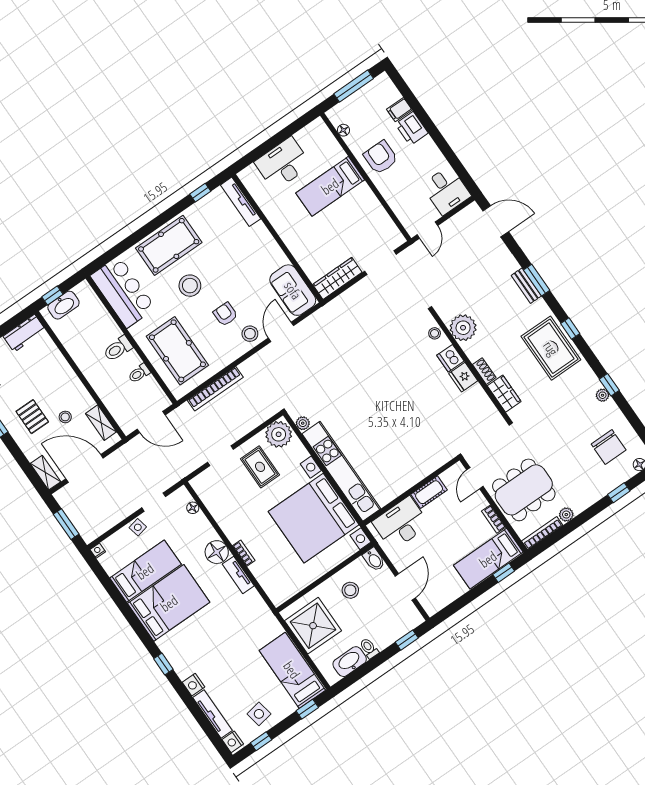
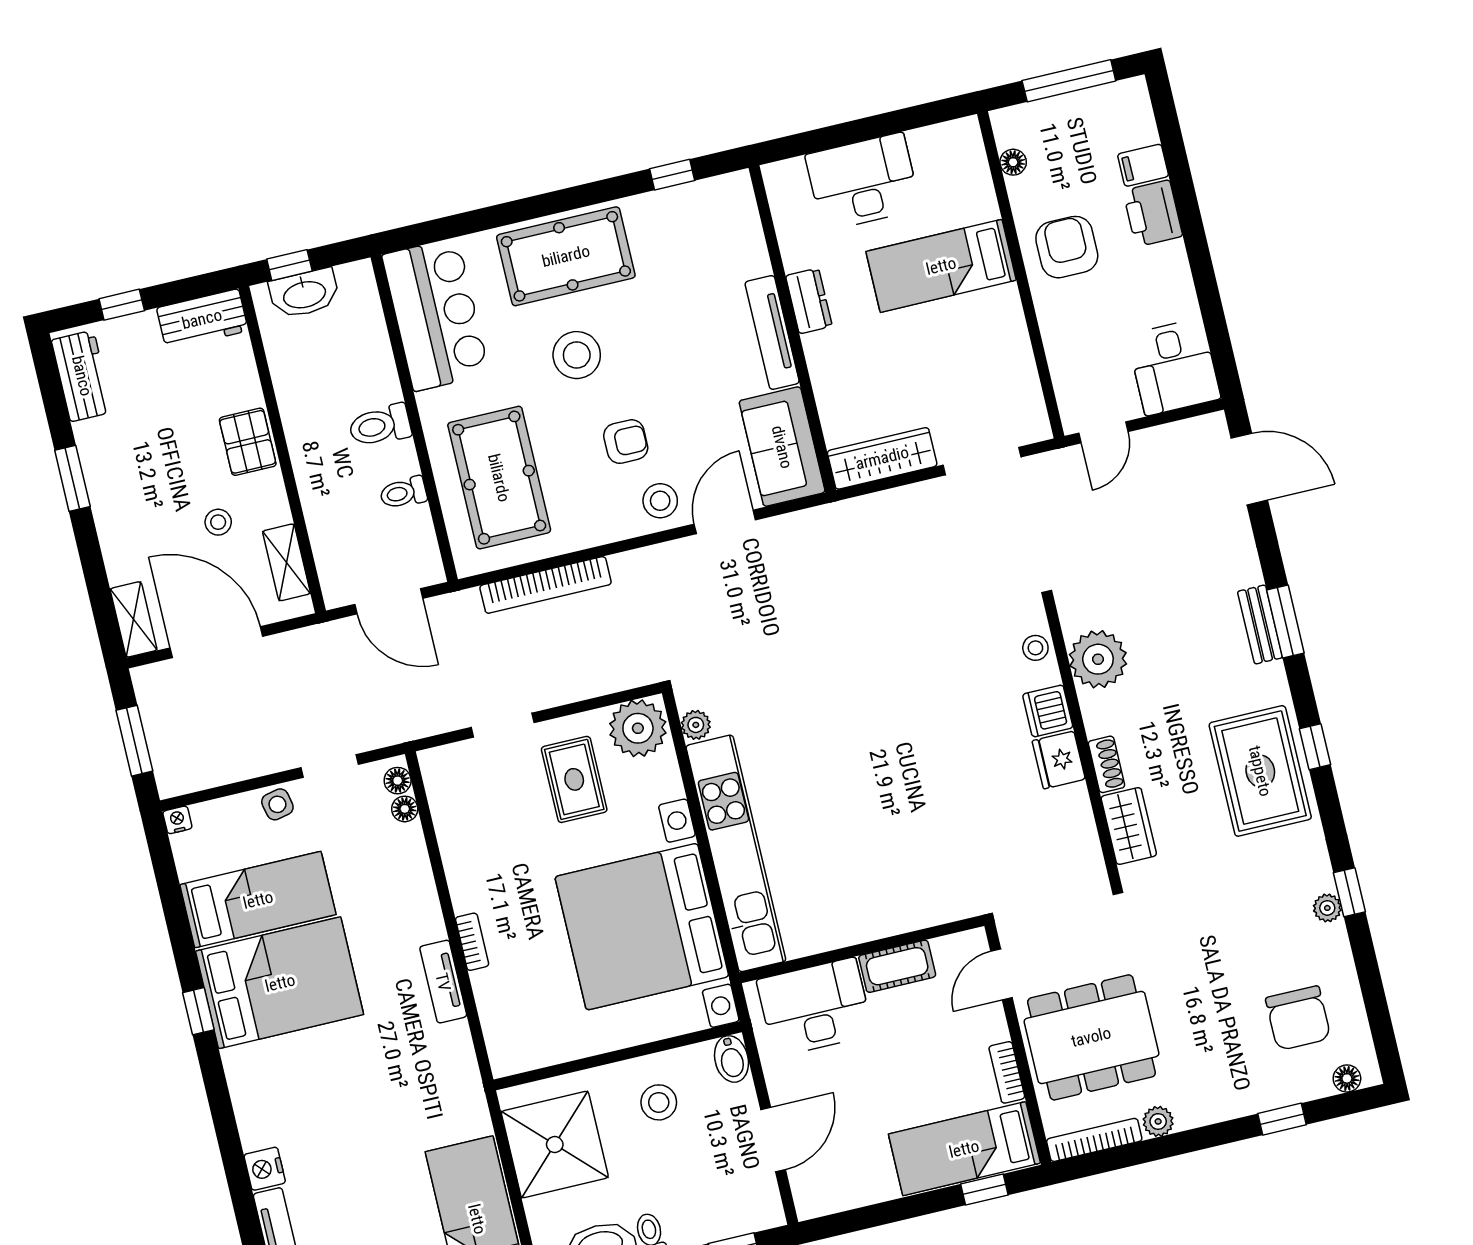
tv unit: (241, 202) -> (772, 333), moved
dresser: (280, 224) -> (809, 301), added
armchair: (225, 314) -> (626, 442), turned 90
pallet: (32, 417) -> (248, 442), moved
floor lamp: (217, 552) -> (398, 781), moved, width x0.53, depth x0.53
window: (163, 664) -> (198, 1011), moved

